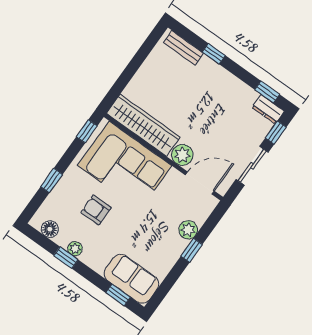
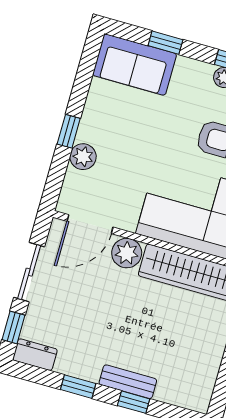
bench: (183, 48) -> (128, 382), moved
window: (267, 92) -> (78, 387), moved
window: (118, 295) -> (165, 43), moved

